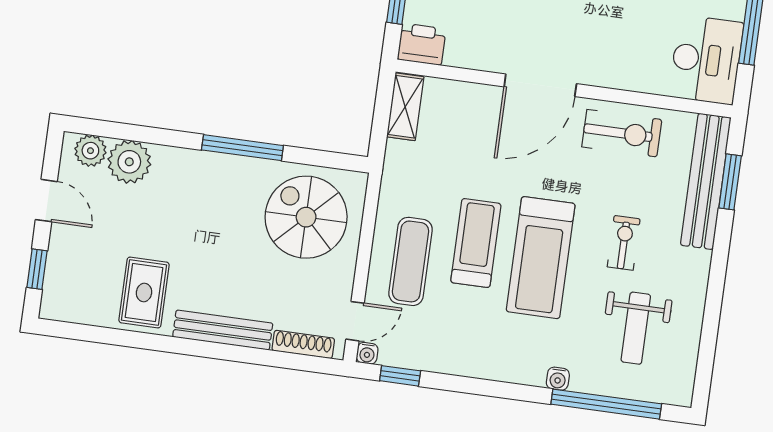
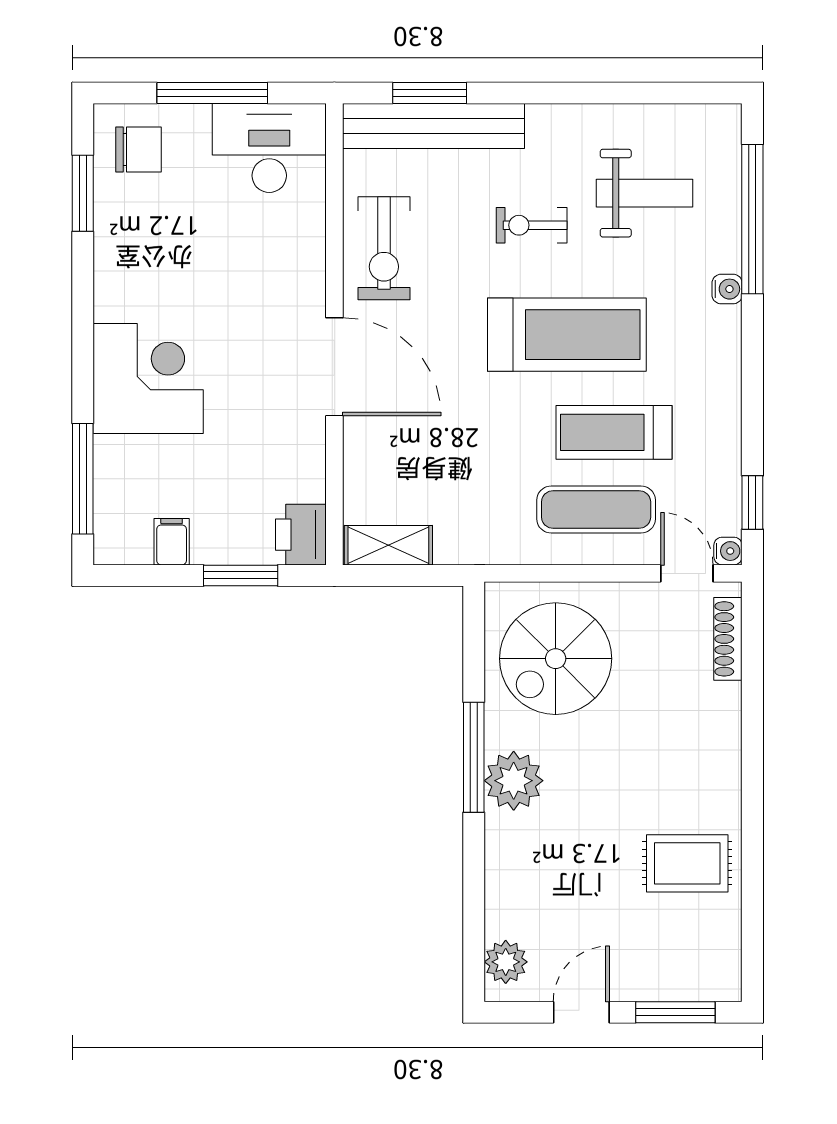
exercise bike: (622, 133) -> (384, 248), turned 180
plant: (129, 162) -> (514, 781), moved
treadmill: (476, 243) -> (614, 432), moved
window: (37, 269) -> (675, 1012), width x1.50
bench: (223, 330) -> (723, 750), removed

